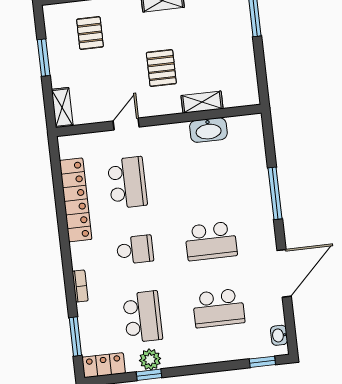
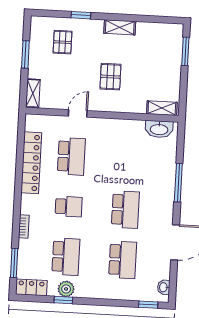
shelving: (202, 102) -> (162, 108), moved
washbasin: (208, 130) -> (159, 129), moved
school desk: (211, 241) -> (125, 210), turned -90
school desk: (219, 308) -> (123, 260), turned -90

